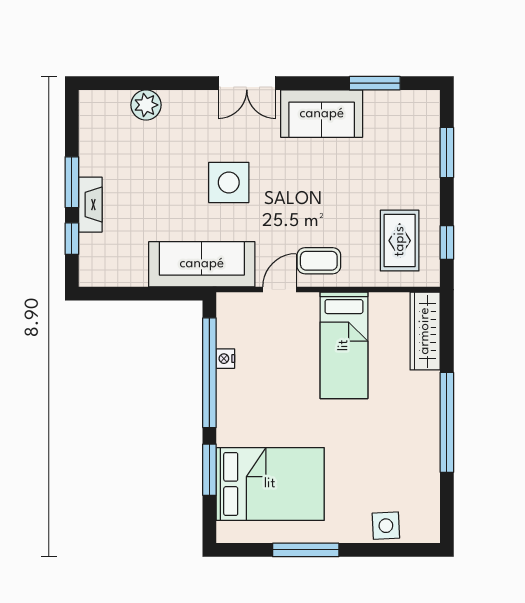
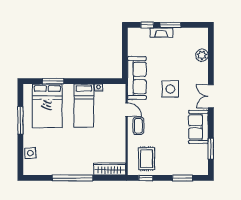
rug: (400, 241) -> (147, 159), turned 90
bed: (344, 345) -> (84, 106), moved, turned -90
window: (209, 373) -> (93, 81), removed

